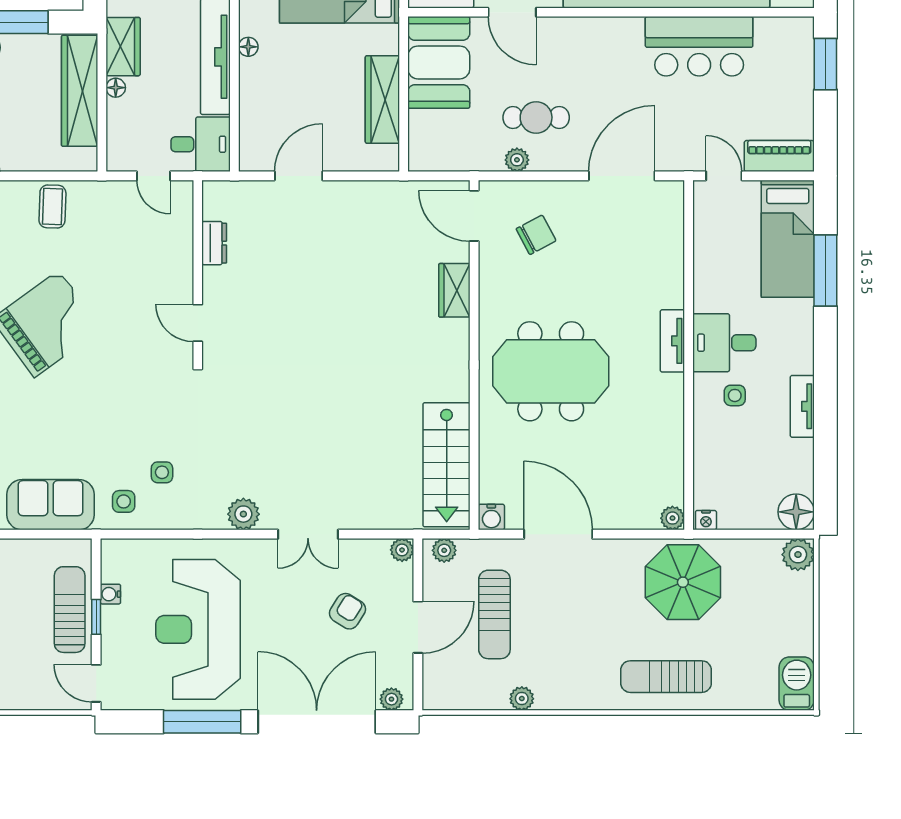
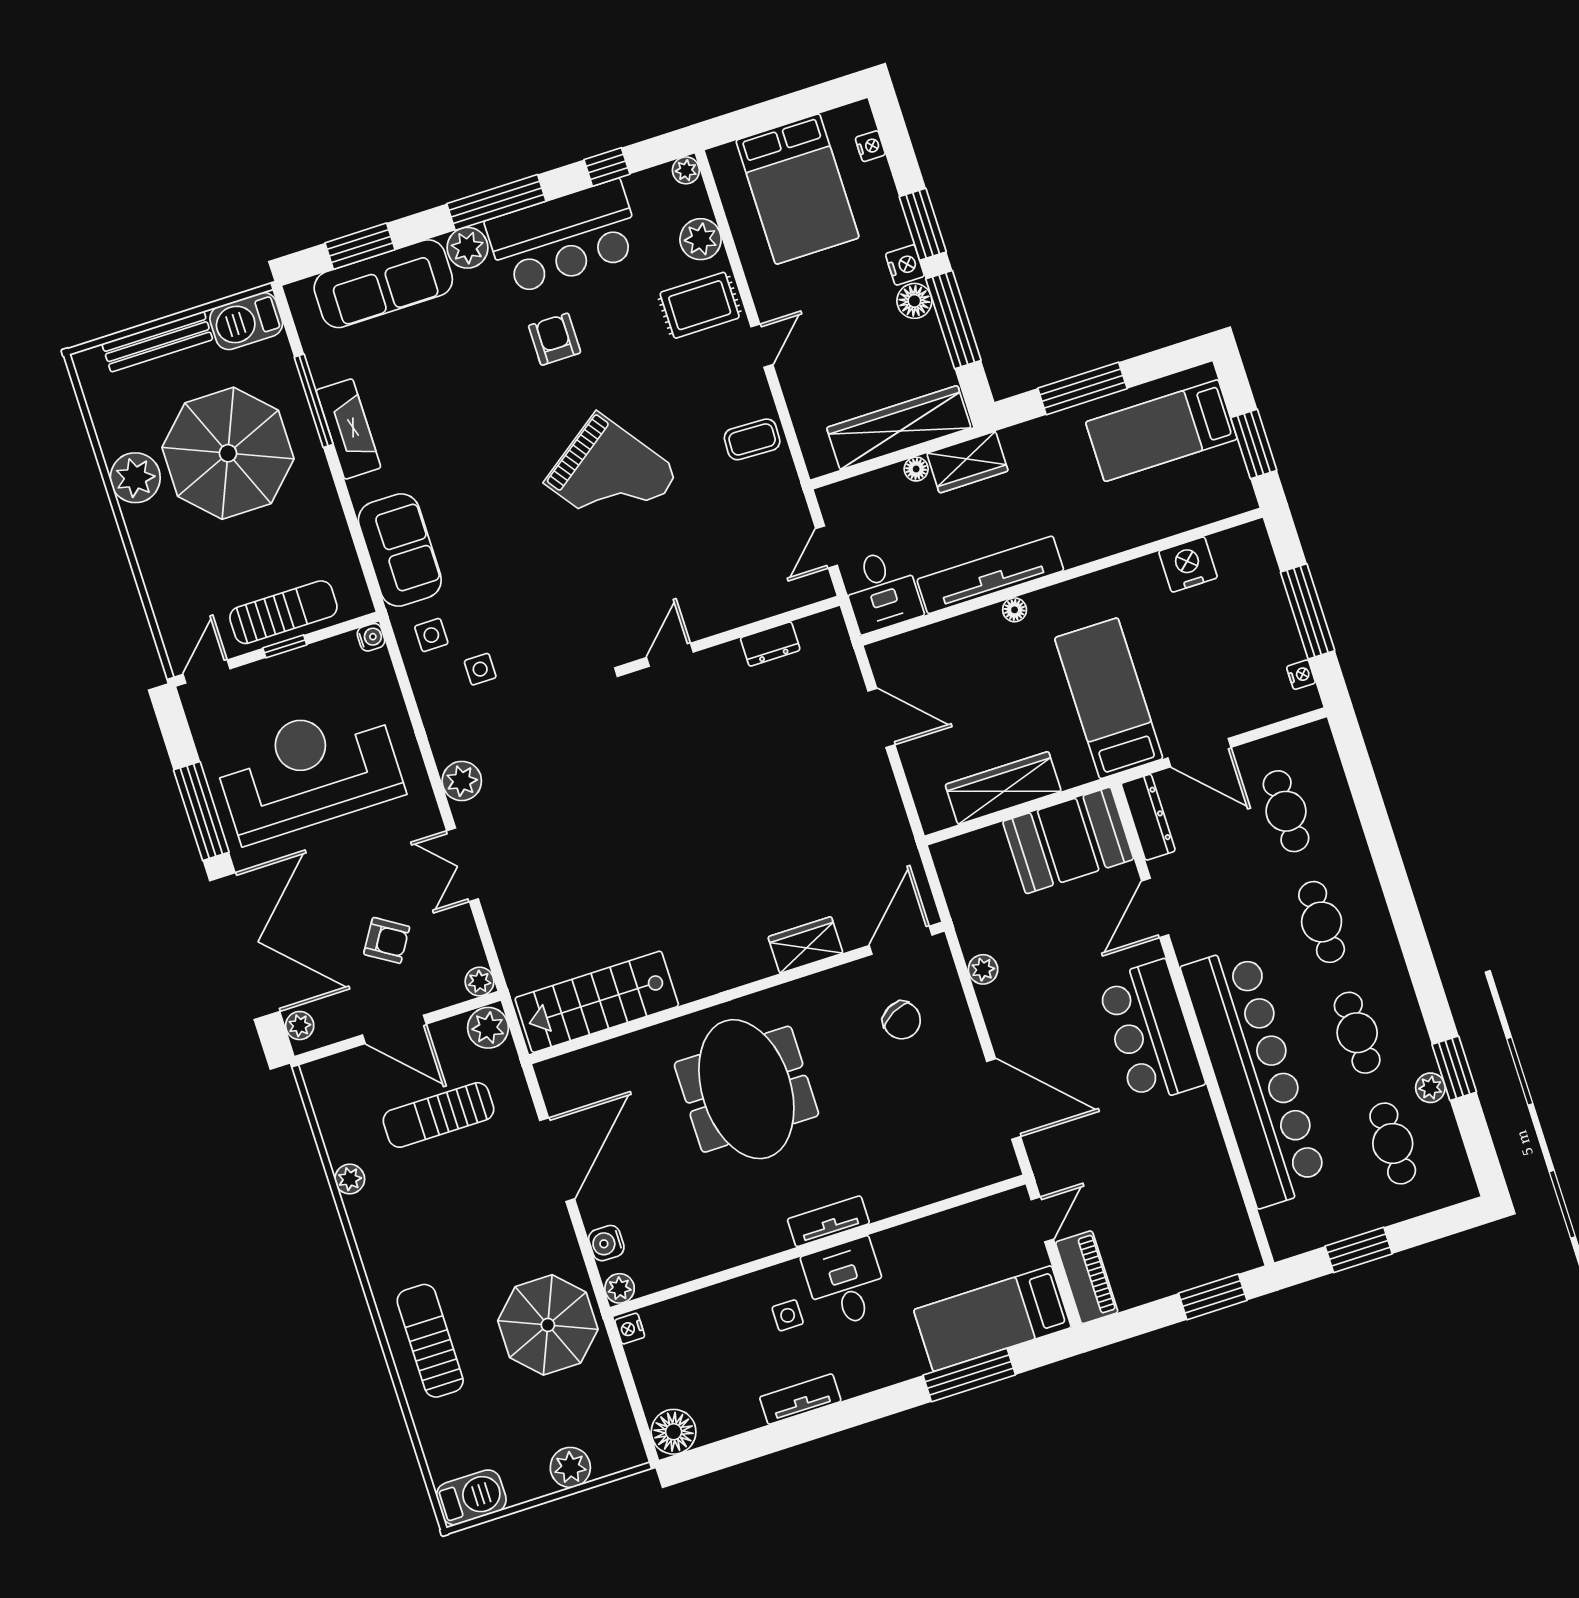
bar counter: (699, 46) -> (1151, 1032), moved
cafe table: (536, 117) -> (1040, 976), removed
water cooler: (491, 517) -> (606, 1243), moved
plant: (444, 550) -> (488, 1028), width x1.38, depth x1.38
plant: (798, 555) -> (570, 1467), moved
water cooler: (110, 594) -> (371, 637), moved, turned 90

